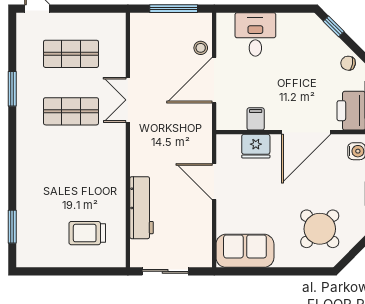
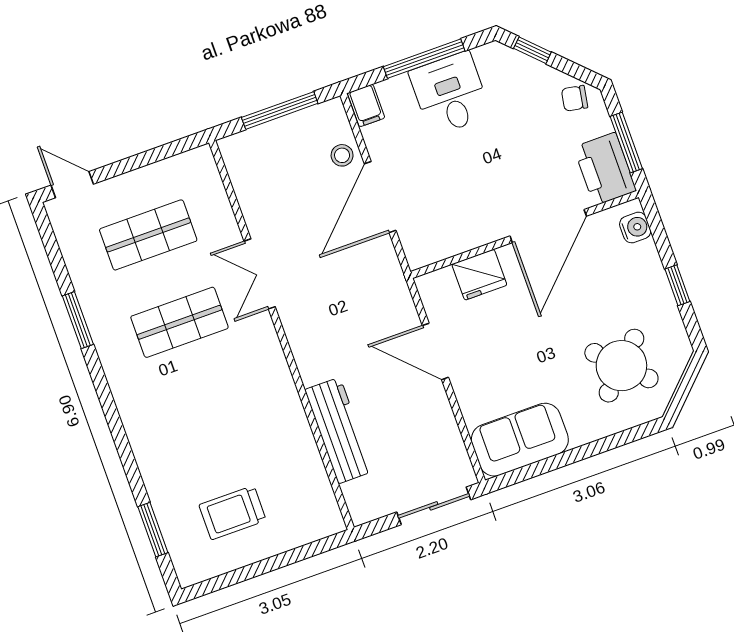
window: (269, 9) -> (424, 59), added
desk: (255, 34) -> (450, 94), moved
filing cabinet: (256, 119) -> (366, 105), moved, turned 180
trolley: (87, 233) -> (233, 513), moved
sliding door: (165, 271) -> (434, 506), moved

